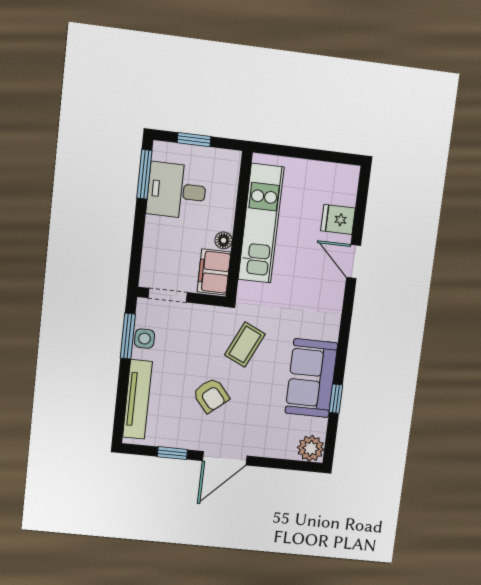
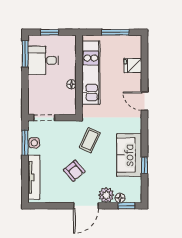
window: (314, 155) -> (115, 32), added
door: (354, 262) -> (144, 101), moved
filing cabinet: (214, 272) -> (68, 102), removed
plant: (311, 448) -> (106, 195), moved
floor lamp: (286, 451) -> (120, 198), added
window: (172, 453) -> (127, 206), moved

